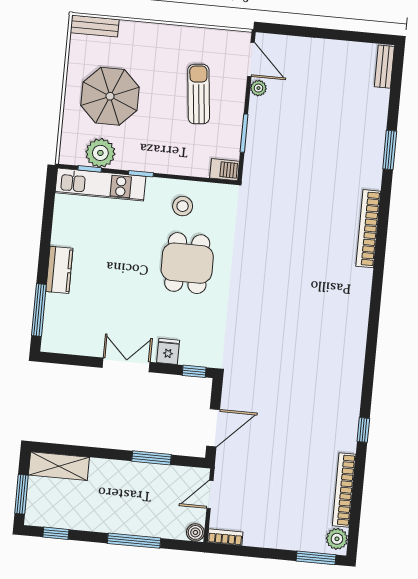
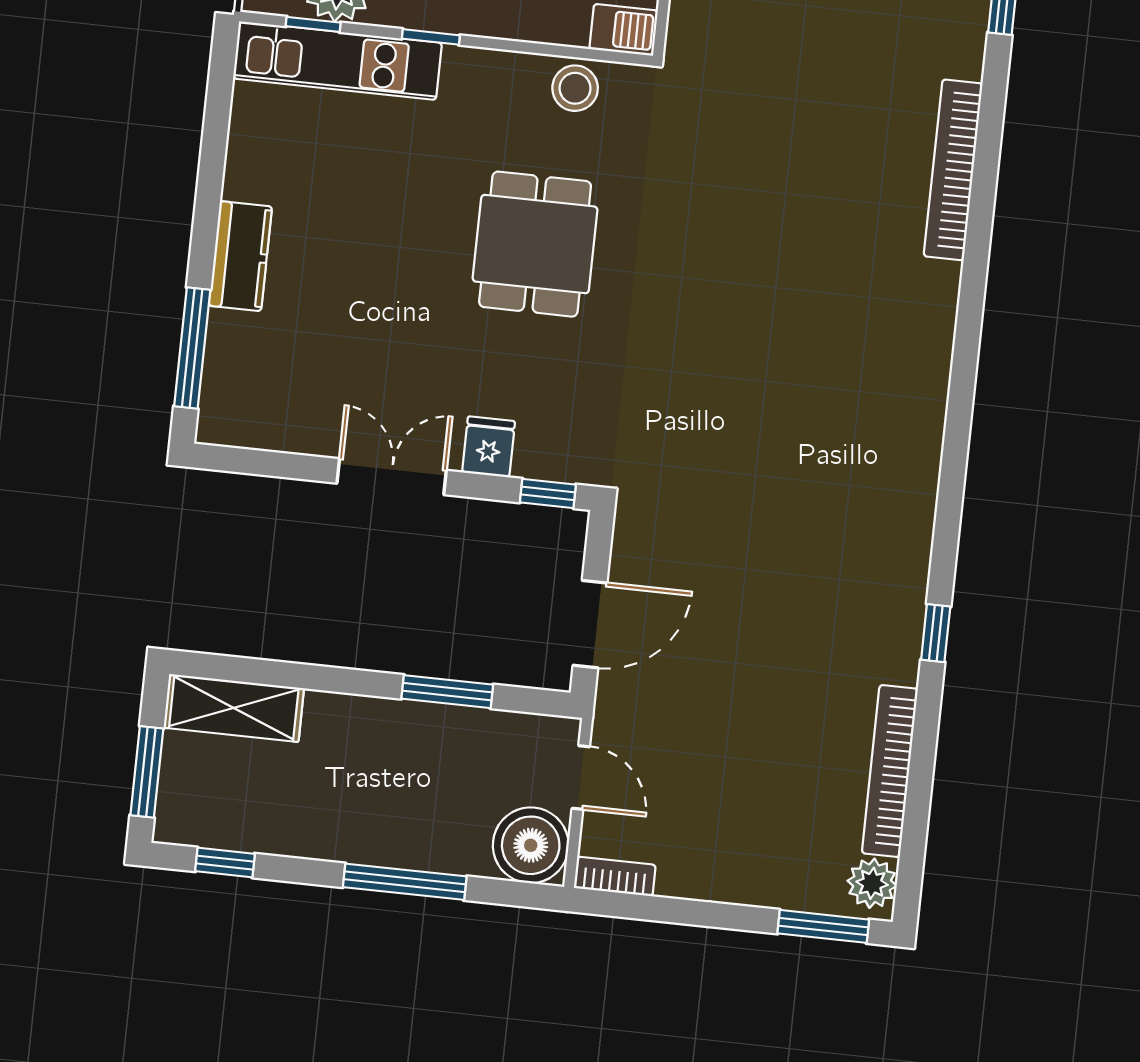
stool: (183, 206) -> (575, 88), moved
door: (210, 494) -> (581, 778), swing flipped
boiler: (195, 532) -> (531, 845), width x1.86, depth x1.86

